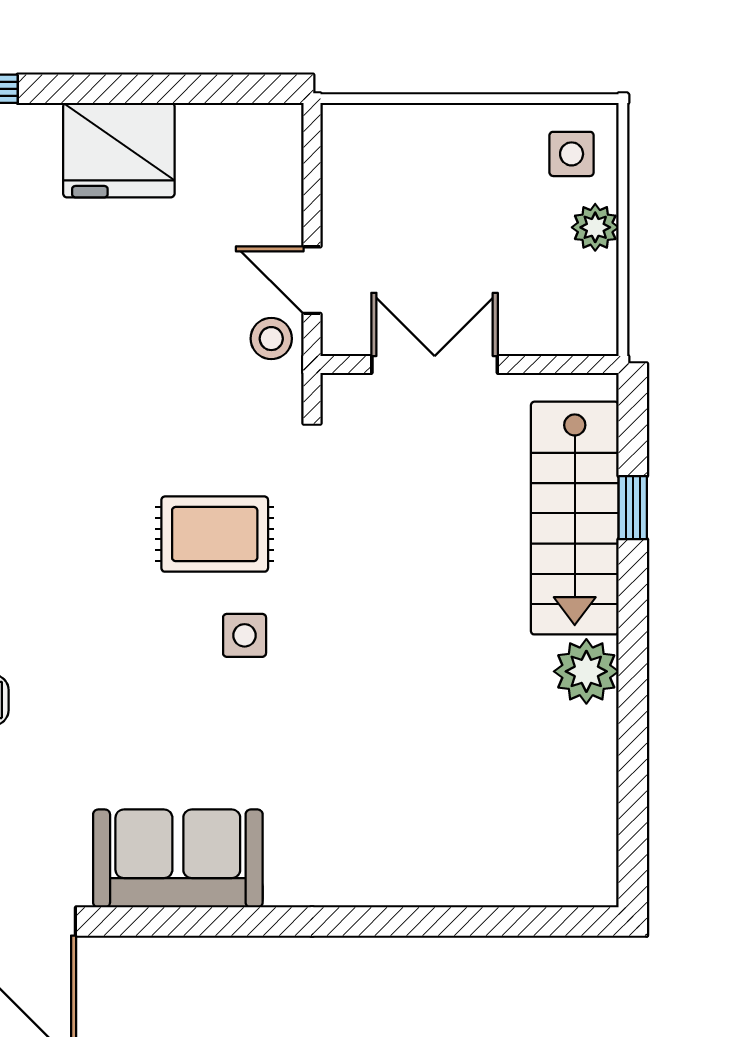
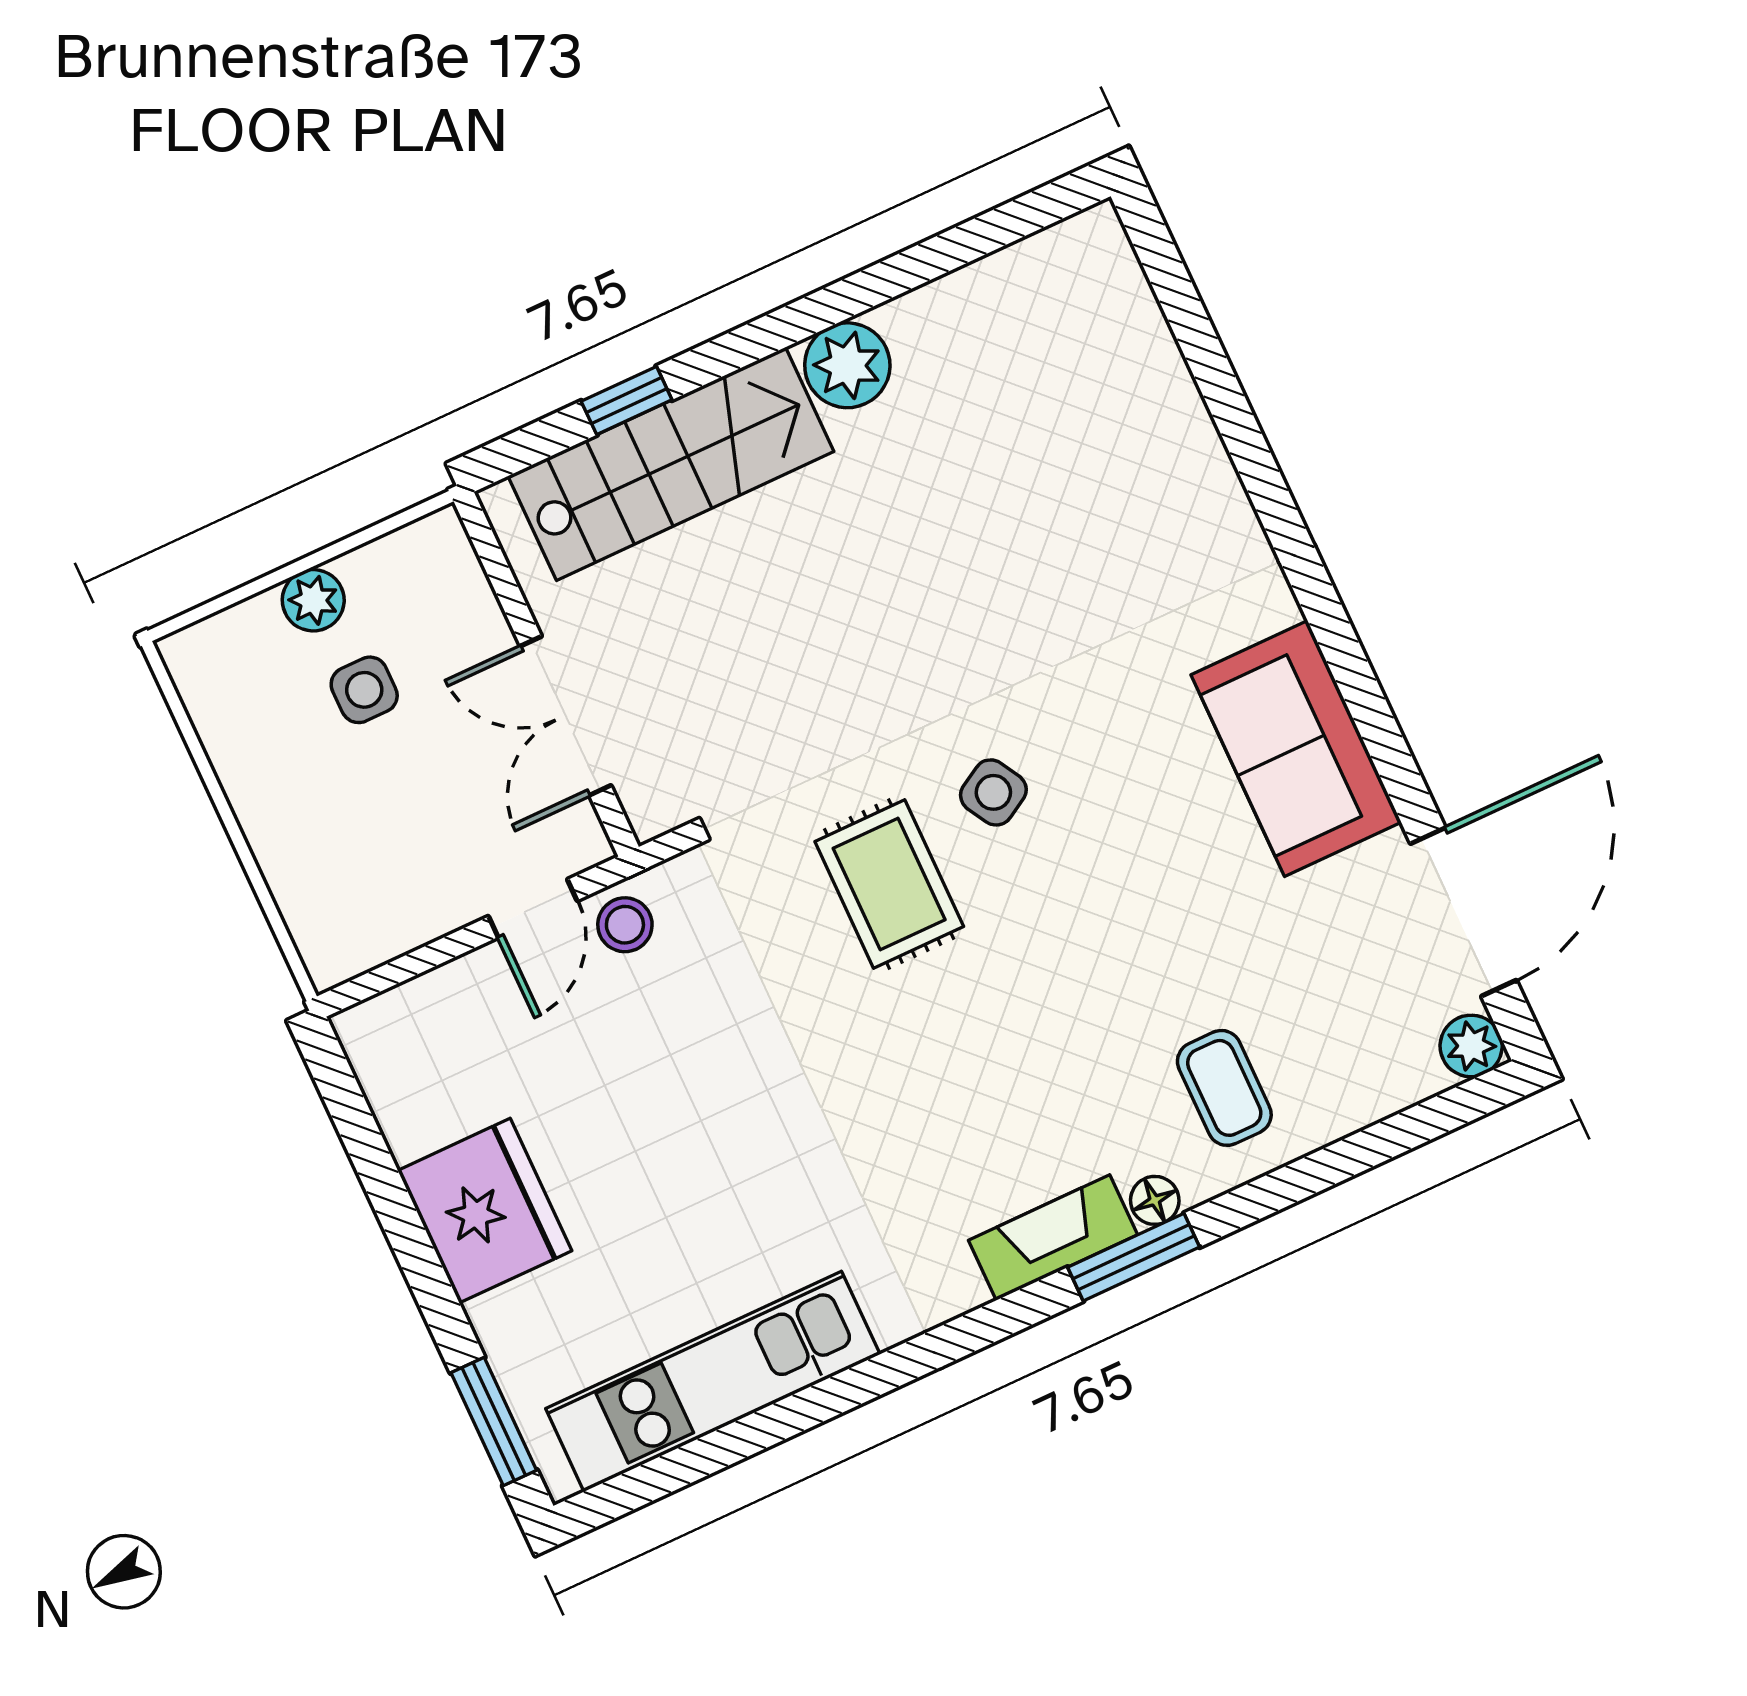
side table: (572, 154) -> (364, 690), moved
side table: (245, 635) -> (993, 792), turned -30

